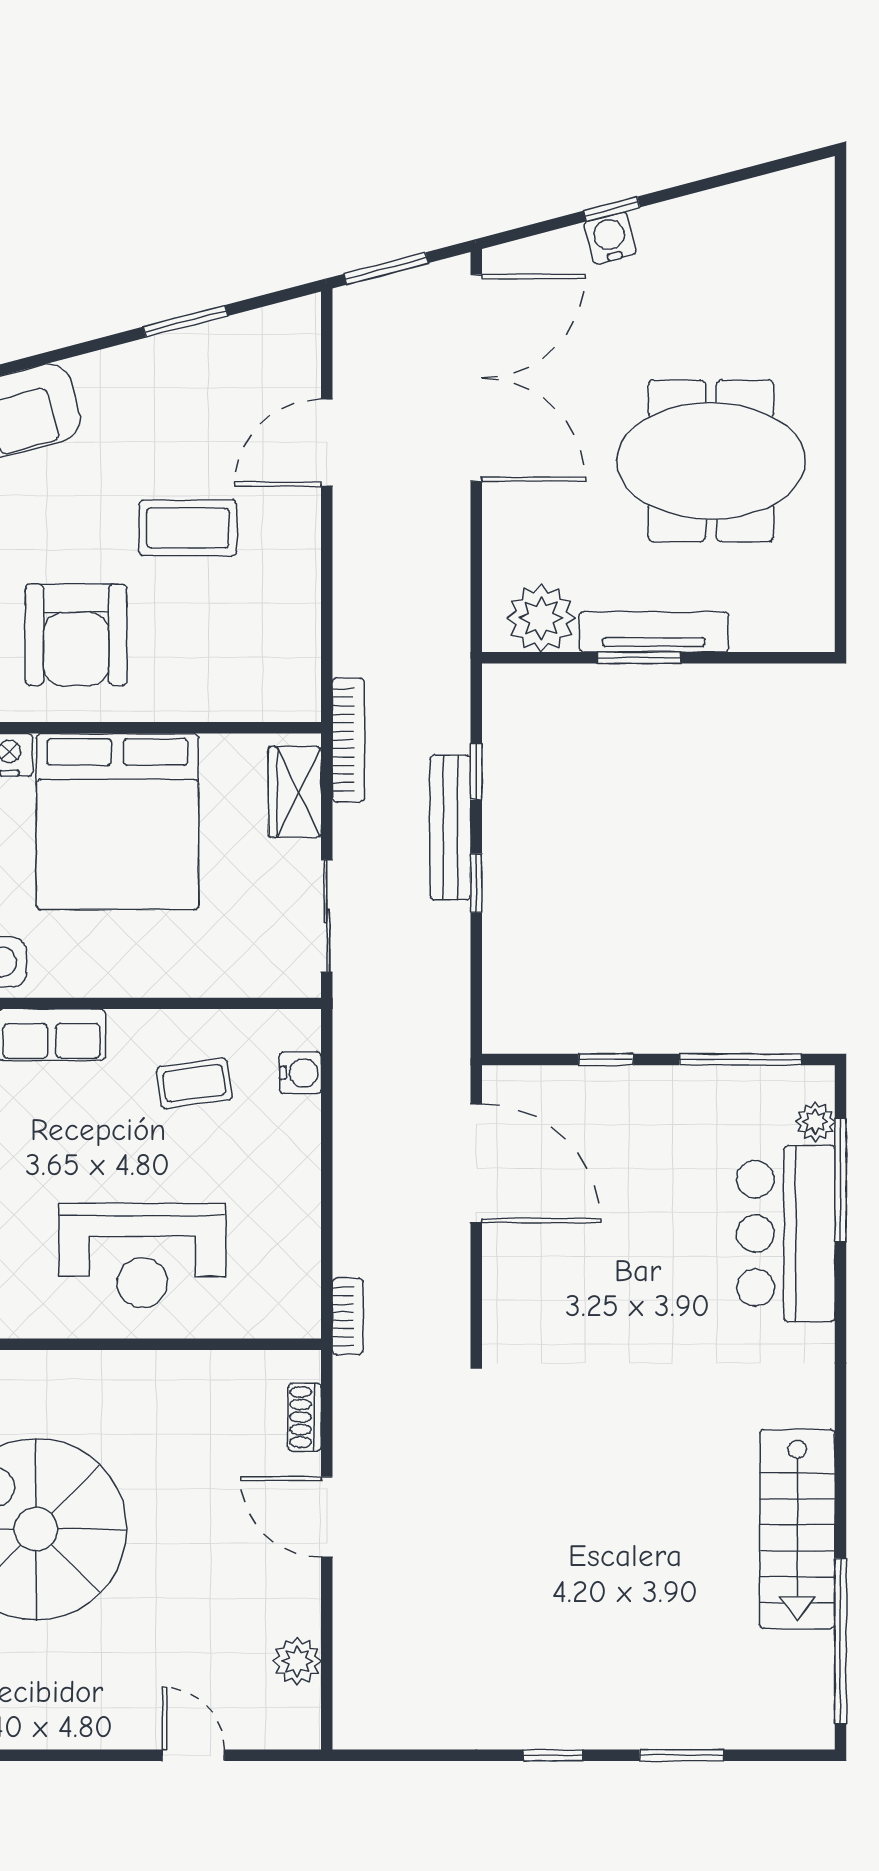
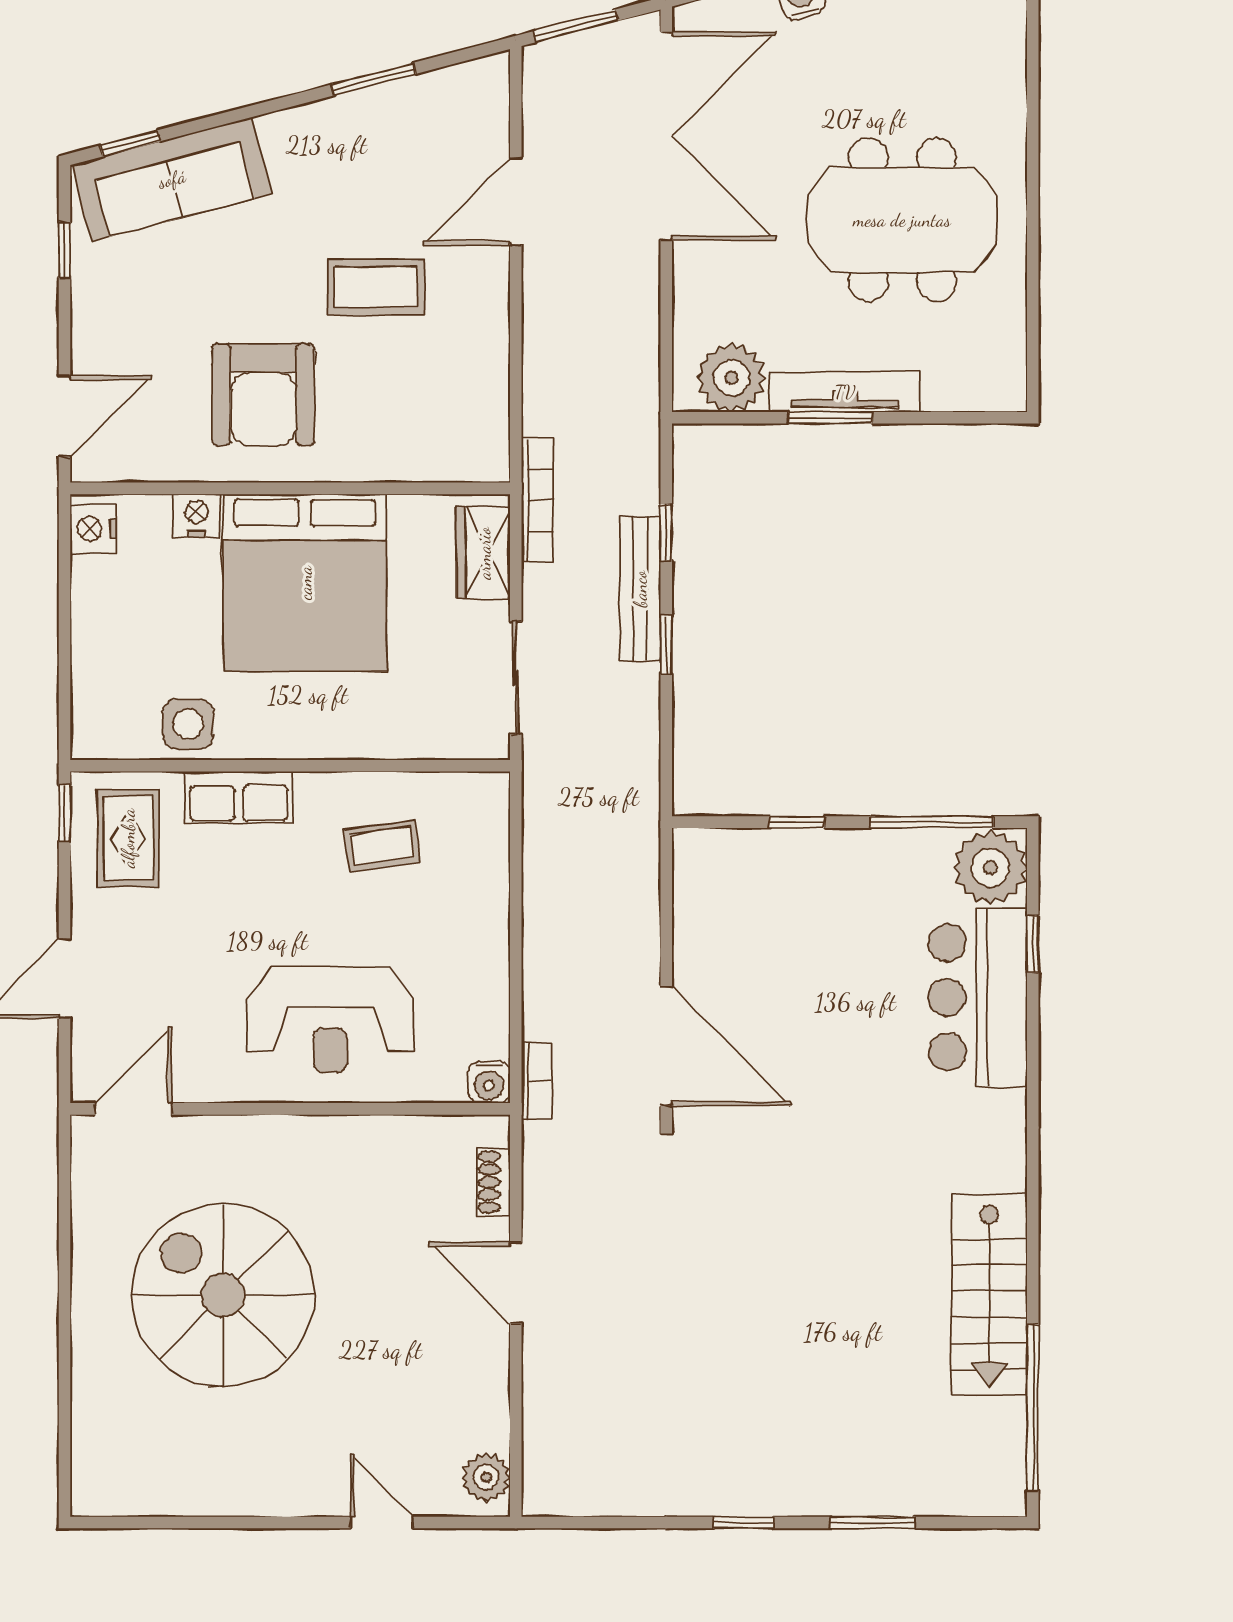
water cooler: (300, 1073) -> (489, 1082), moved, turned 90
plant: (815, 1122) -> (990, 868), width x1.87, depth x1.87
door: (476, 1163) -> (666, 1046), moved
window: (841, 1180) -> (1033, 944), width x0.46
plant: (297, 1661) -> (486, 1477), moved

